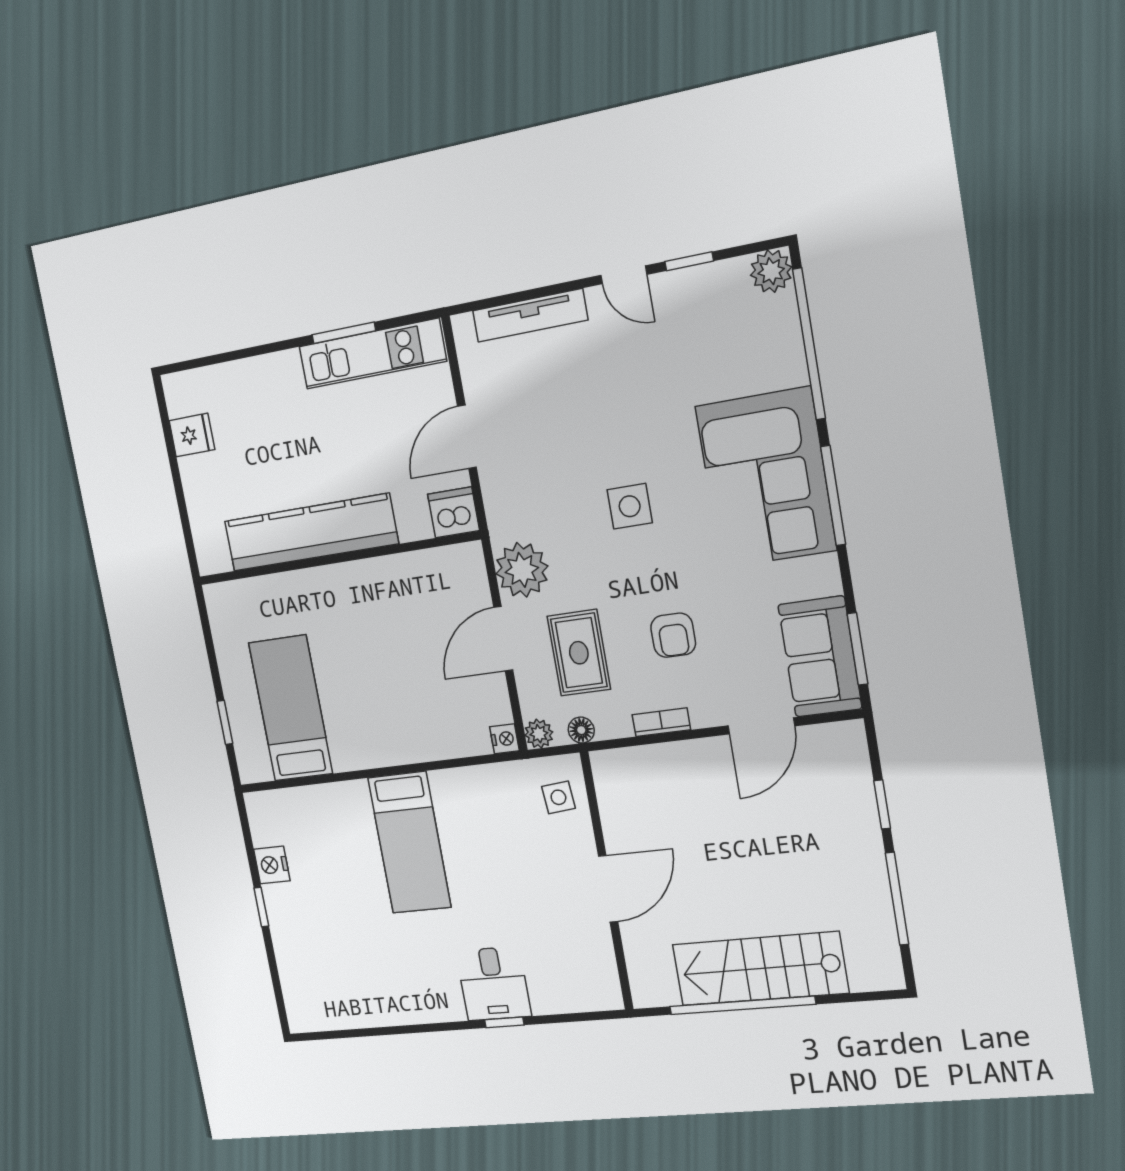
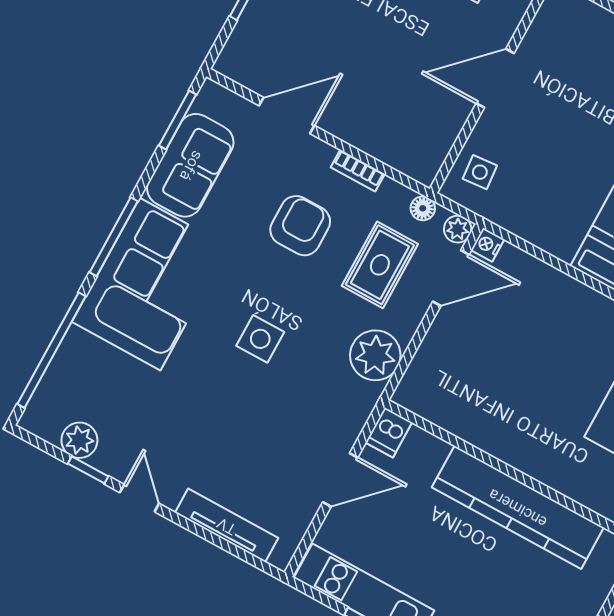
plant: (771, 271) -> (79, 440), moved
dishwasher: (454, 512) -> (389, 432), width x0.73
armchair: (673, 635) -> (300, 226), width x1.38, depth x1.38
door: (503, 639) -> (451, 278), moved
sofa: (820, 657) -> (190, 165), moved

